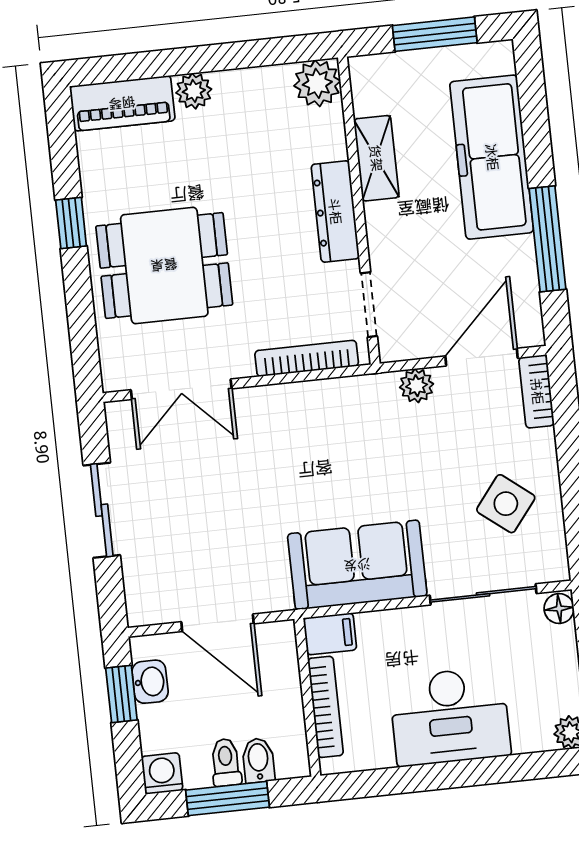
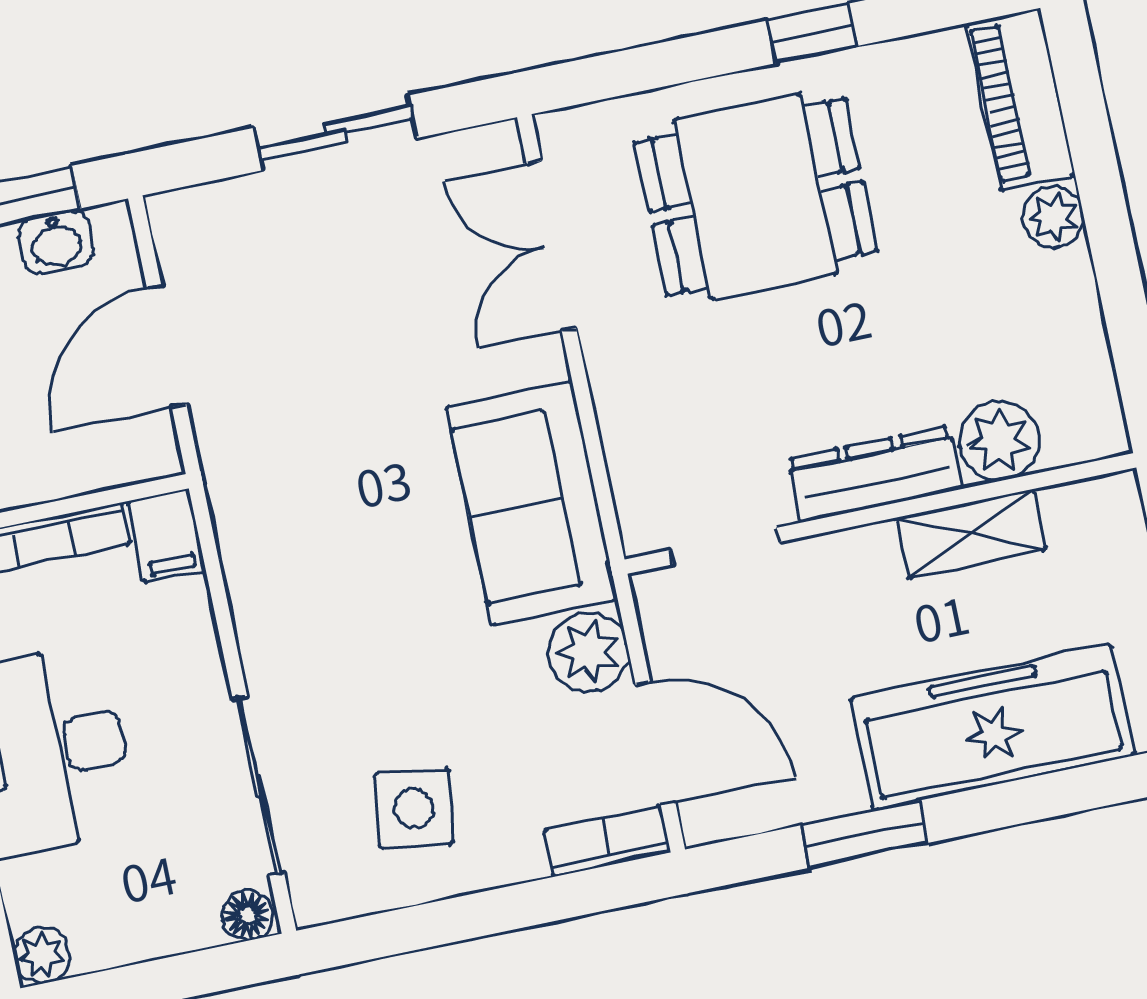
plant: (317, 83) -> (999, 441), moved
window: (547, 239) -> (864, 834), width x0.69
dining table: (164, 265) -> (756, 197), turned 90
bookcase: (307, 358) -> (624, 451), removed
plant: (417, 386) -> (588, 652), width x1.38, depth x1.38
side table: (506, 504) -> (414, 809), turned -30
sofa: (357, 565) -> (532, 504), moved, turned 180

